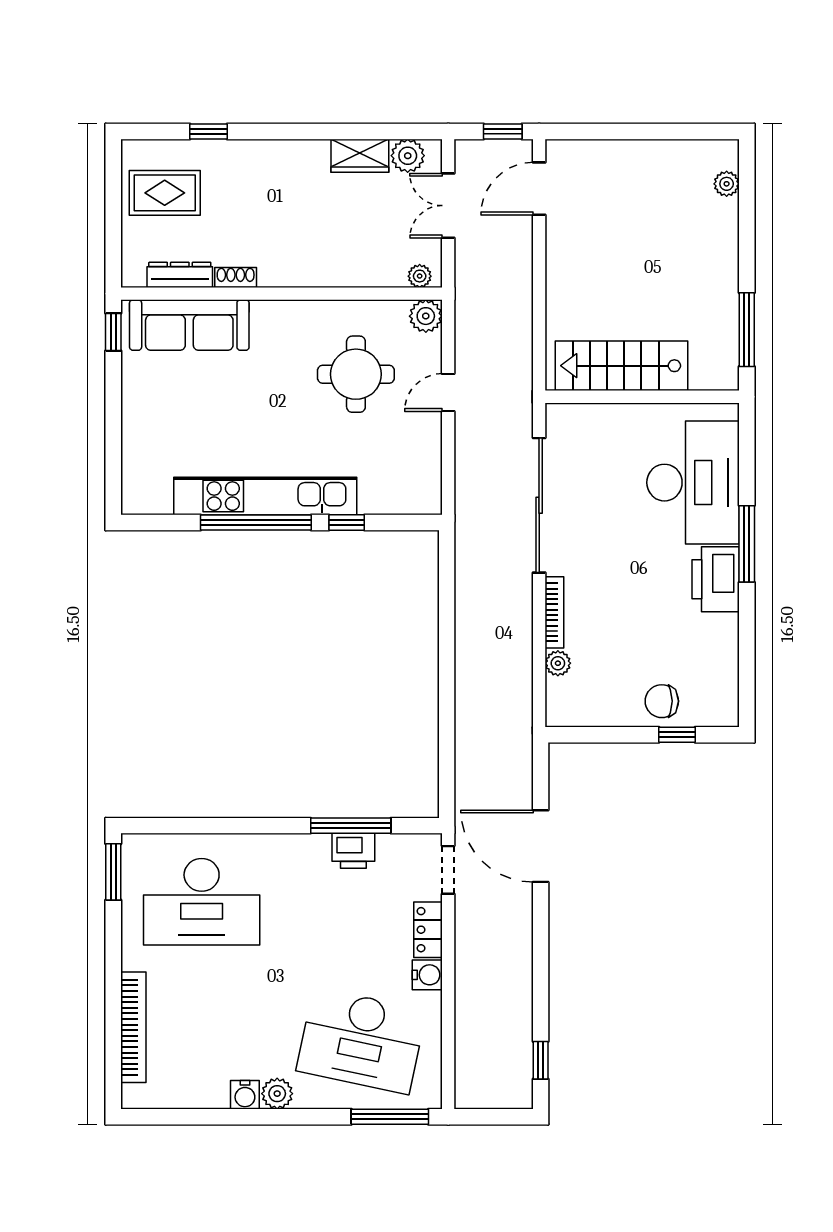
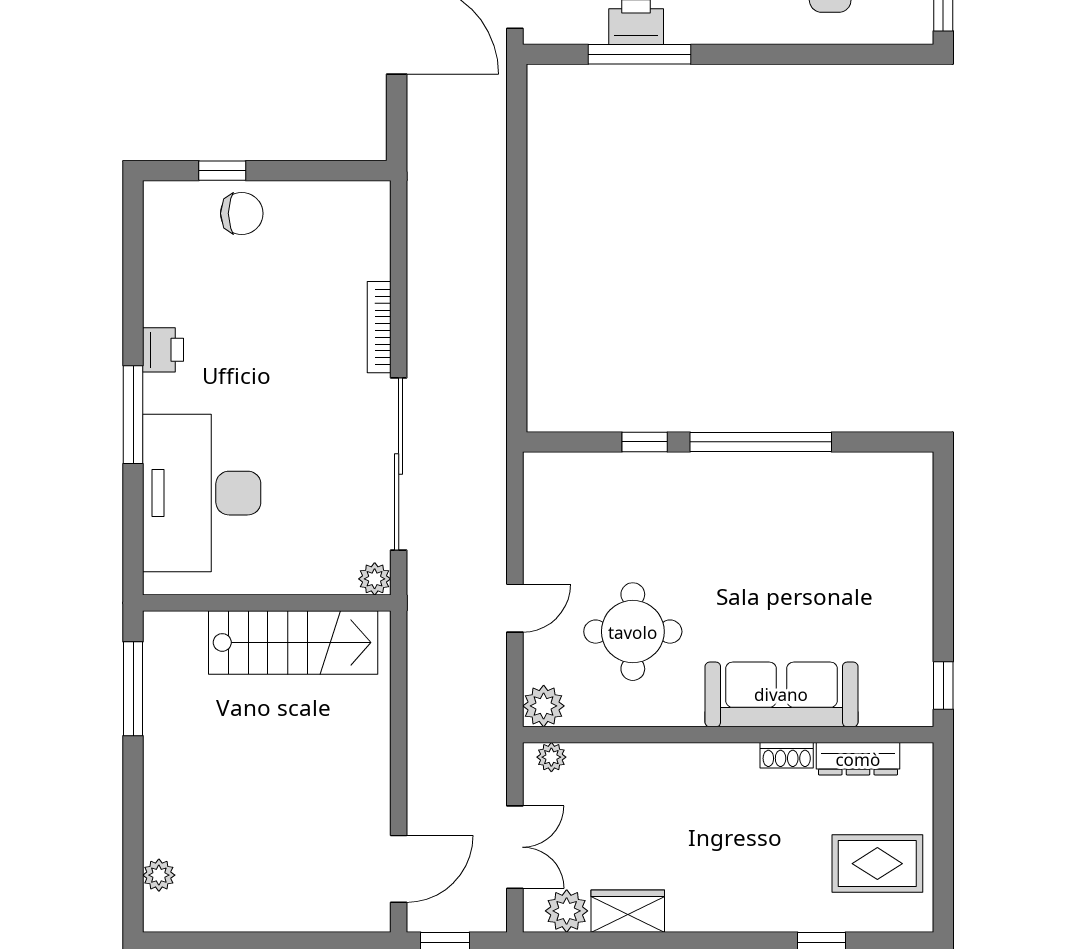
sofa: (189, 325) -> (781, 694), moved
kitchen unit: (265, 496) -> (749, 476), removed
printer: (716, 579) -> (163, 350), width x0.53, depth x0.68
plant: (558, 663) -> (375, 579), moved

